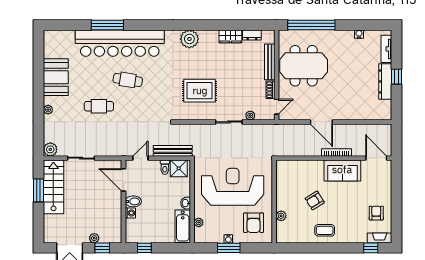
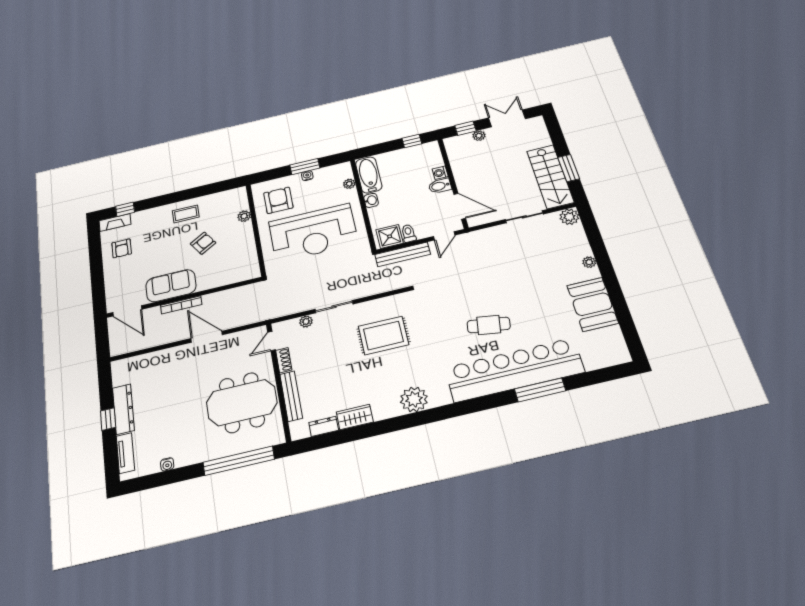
cafe table: (99, 106) -> (520, 283), removed

